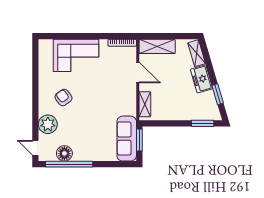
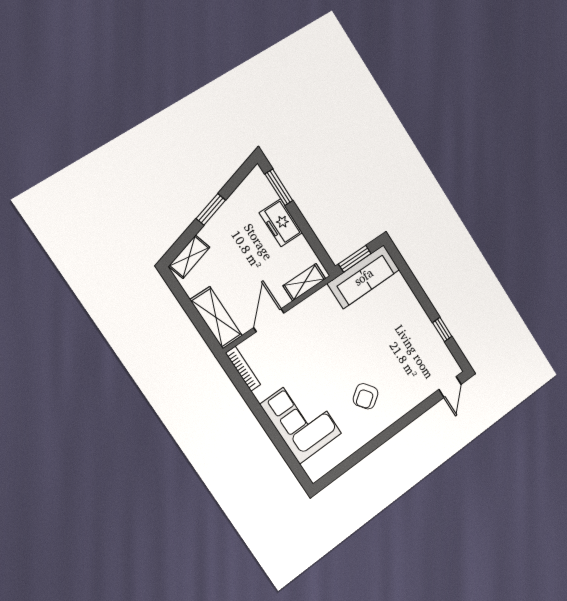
freezer: (202, 79) -> (281, 223), moved, turned 106
window: (218, 94) -> (211, 209), moved
plant: (48, 124) -> (412, 392), removed
floor lamp: (64, 153) -> (433, 345), removed
window: (69, 164) -> (442, 330), width x0.32

